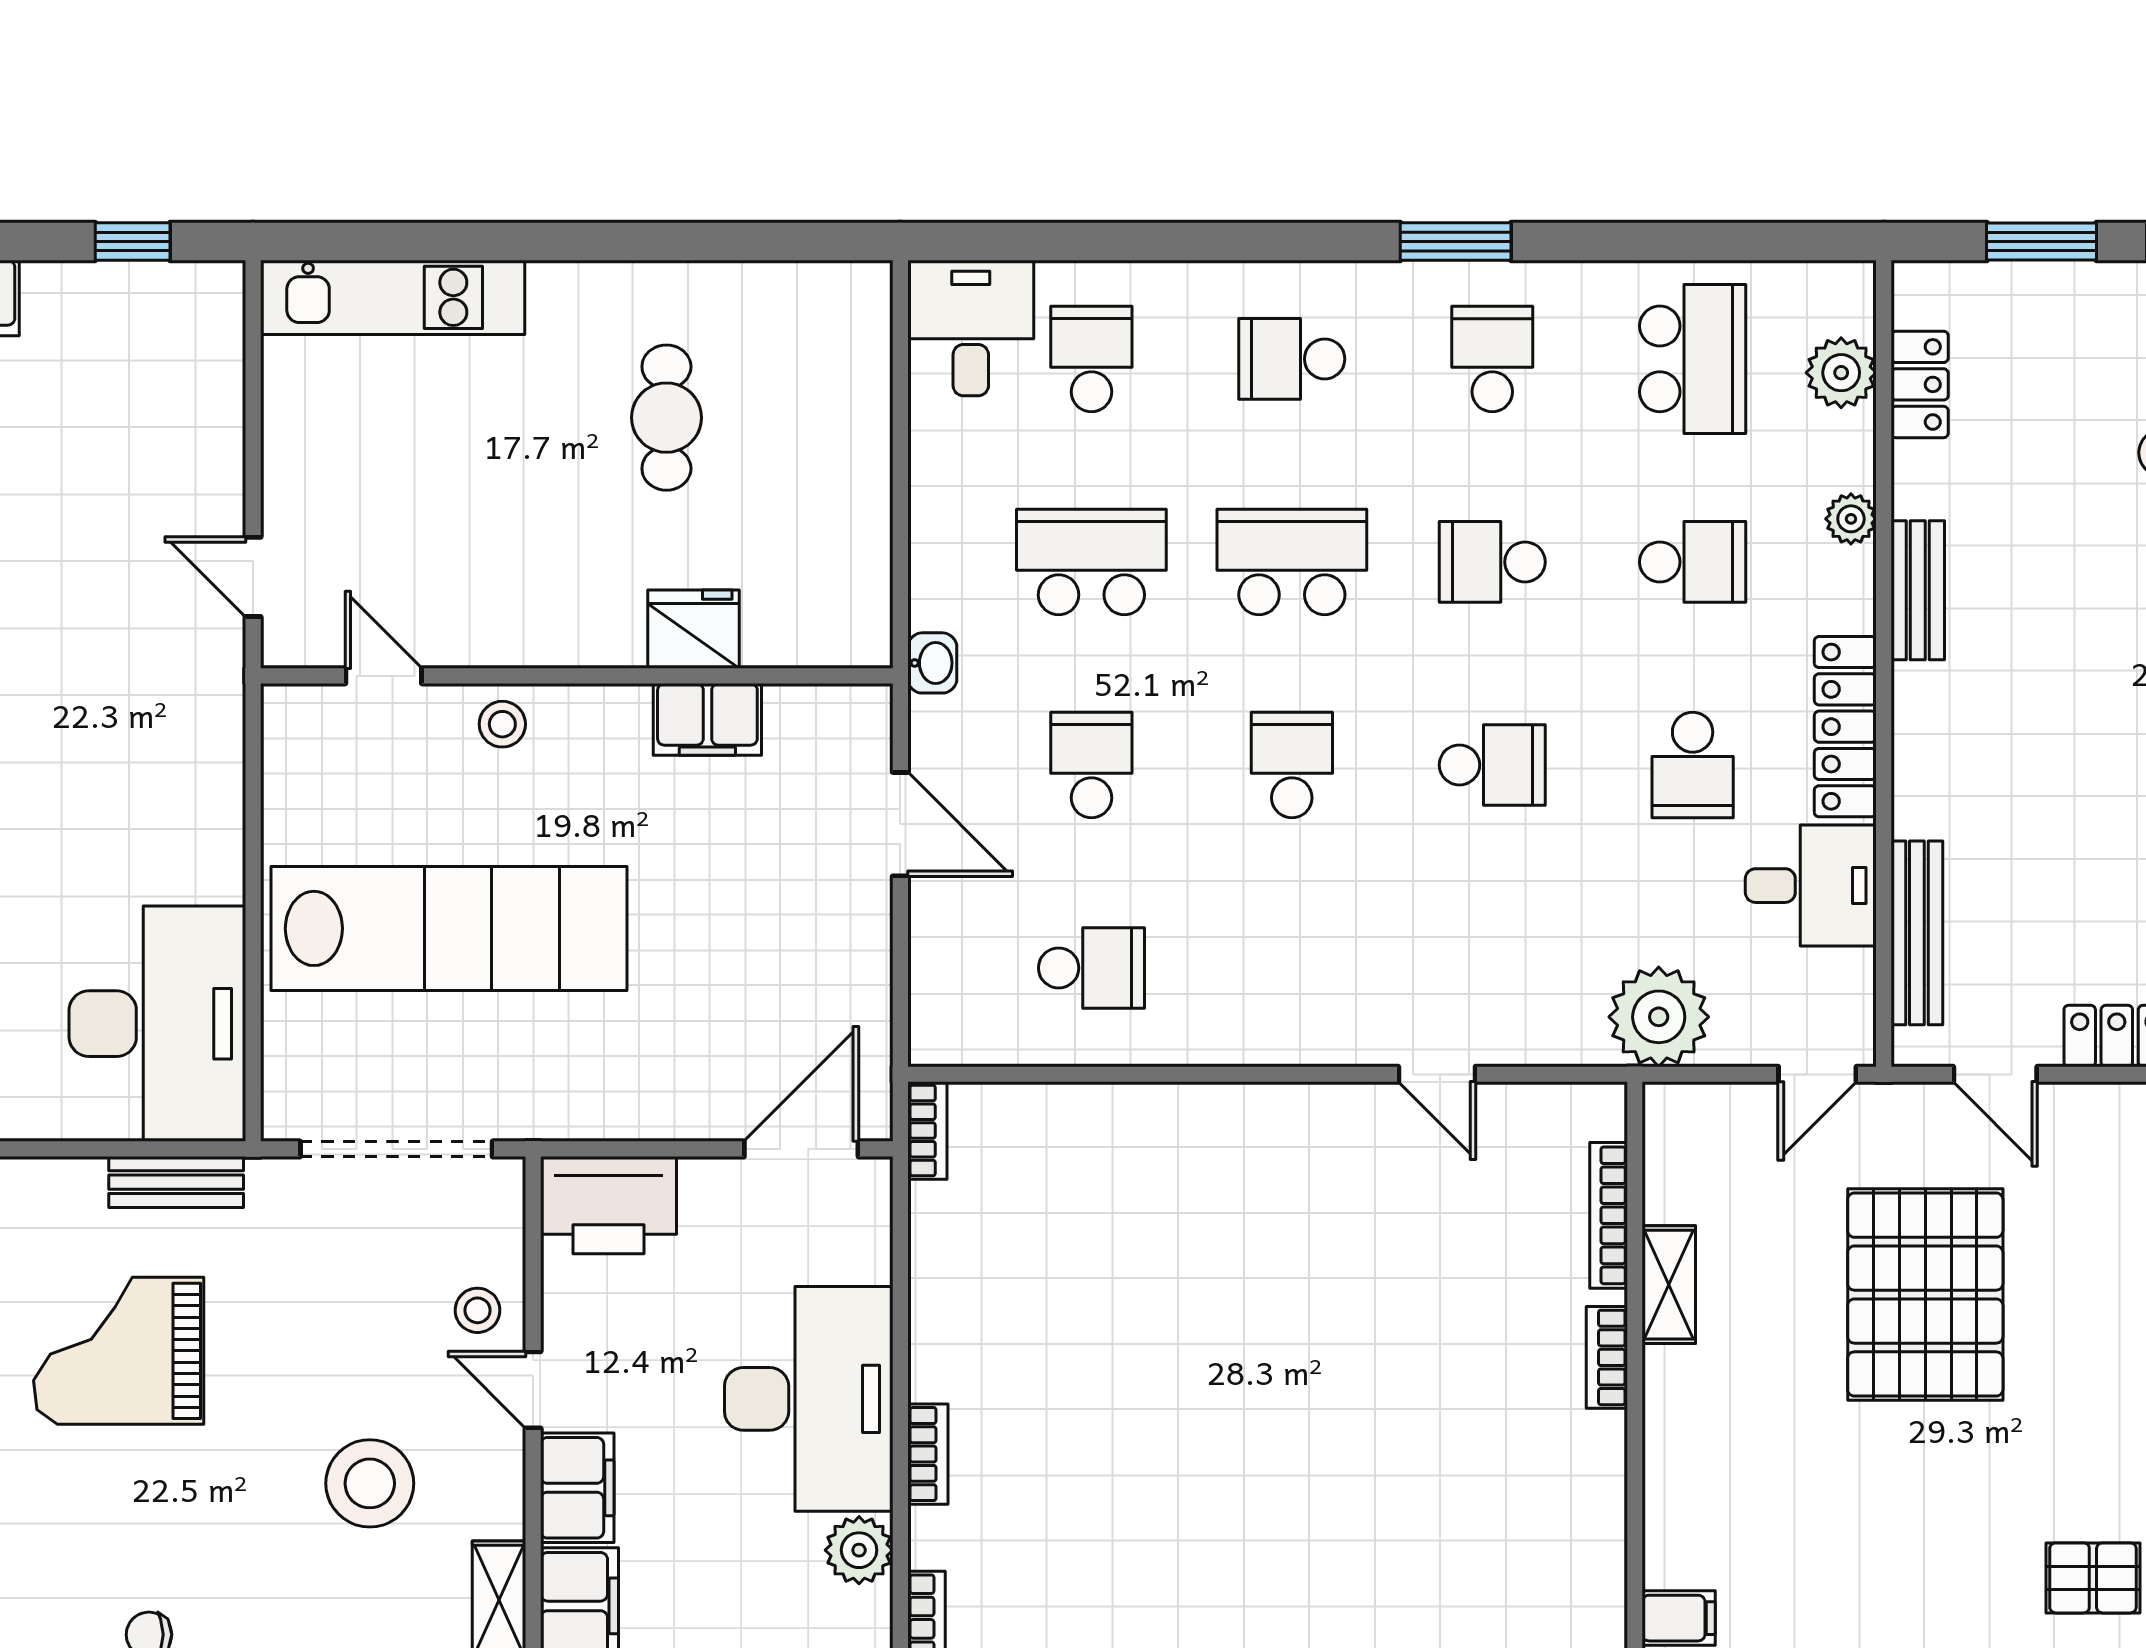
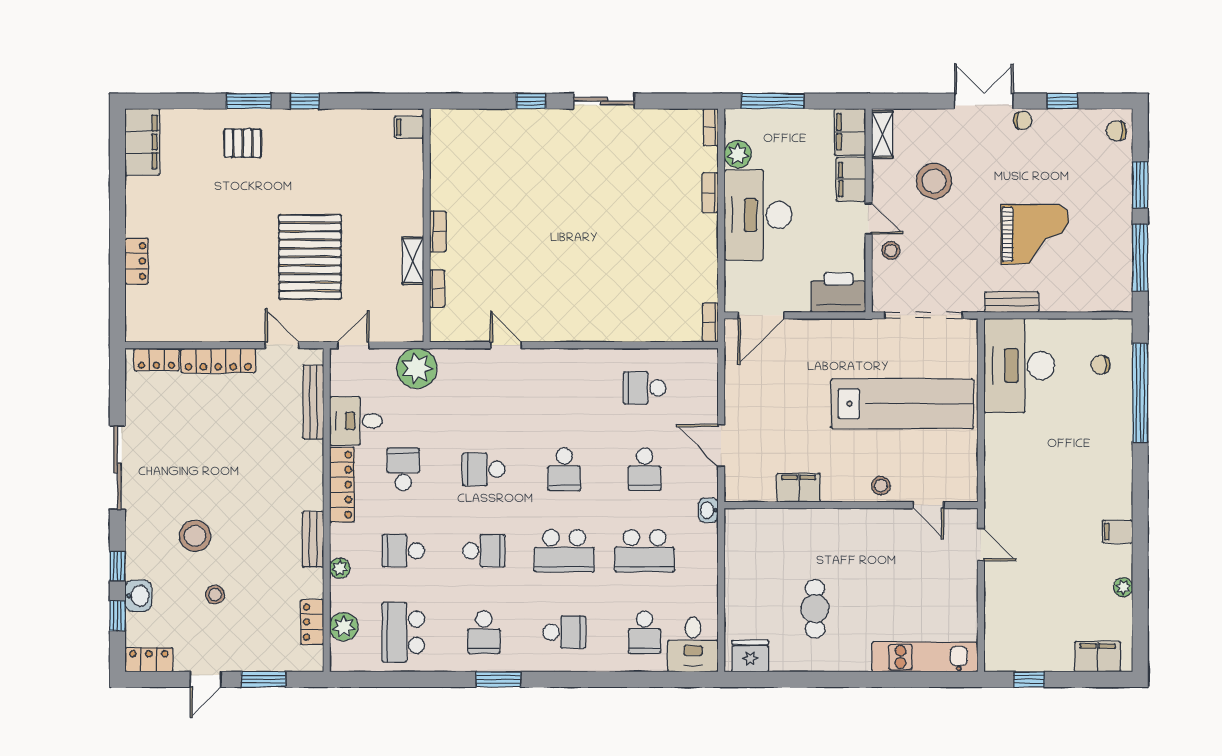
fridge: (694, 629) -> (750, 656), moved, turned 180
lab bench: (449, 928) -> (902, 404), turned 180
bookcase: (1609, 1215) -> (437, 289), width x0.64

